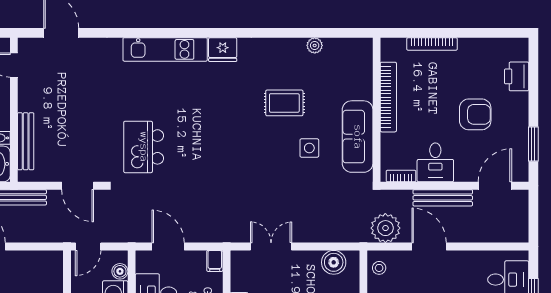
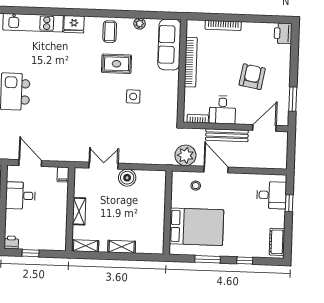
coffee table: (273, 58) -> (110, 32), added
printer: (517, 76) -> (283, 33), moved
armchair: (475, 114) -> (252, 77), turned -80
sofa: (358, 137) -> (169, 45), moved
boiler: (334, 262) -> (127, 178), moved
stool: (379, 268) -> (196, 186), moved

